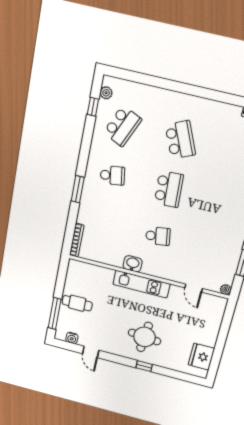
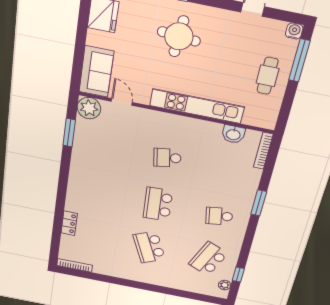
washbasin: (133, 264) -> (233, 134), moved
kitchen unit: (141, 284) -> (197, 106), width x1.36
plant: (226, 290) -> (89, 108), width x1.88, depth x1.88
cafe table: (77, 303) -> (268, 76), turned 90
sofa: (212, 314) -> (96, 72), added
water cooler: (72, 338) -> (294, 31), moved

